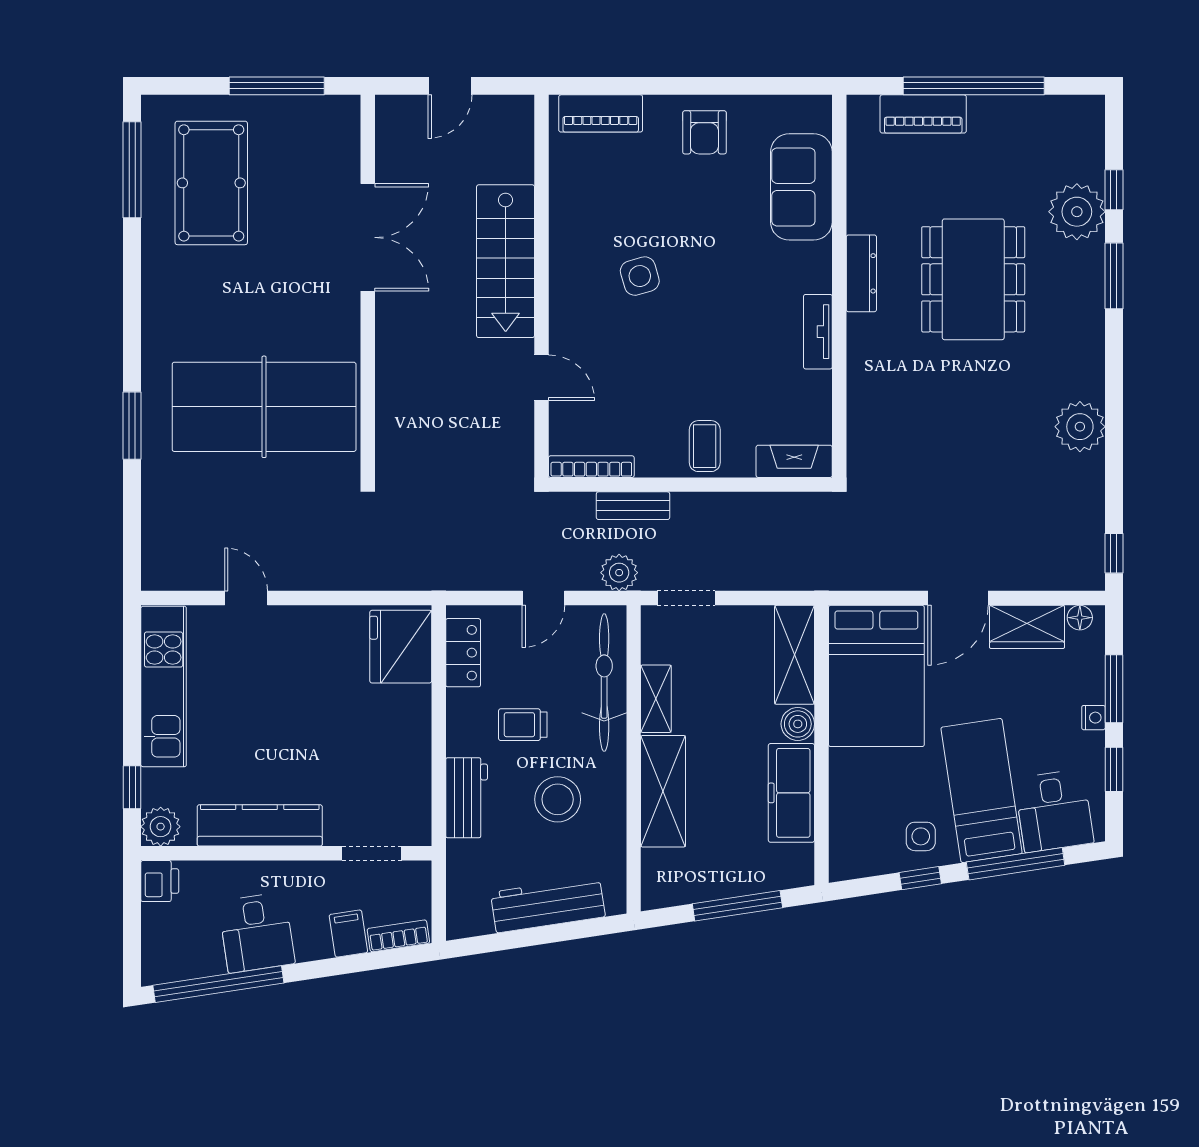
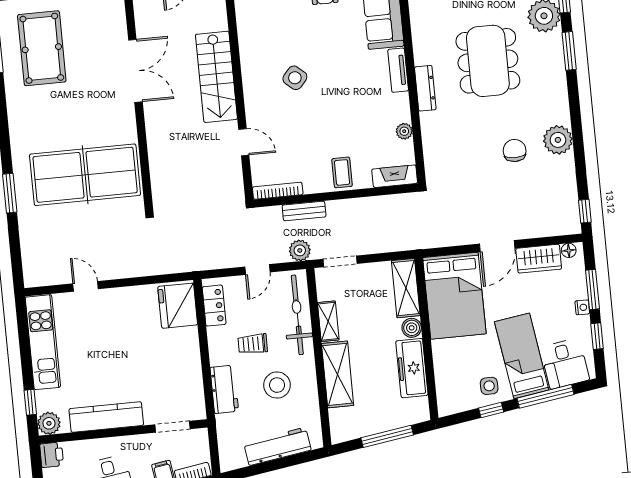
dresser: (861, 273) -> (425, 88), moved
side table: (640, 276) -> (295, 78), turned -33
tv unit: (818, 332) -> (398, 70), moved
plant: (818, 386) -> (404, 131), added
chair: (1004, 437) -> (515, 150), added

